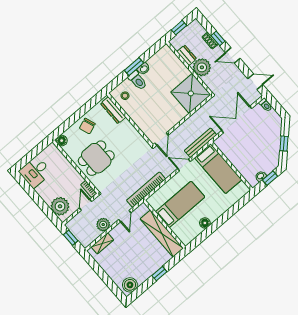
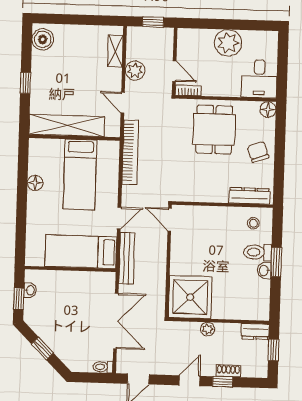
dresser: (187, 55) -> (255, 331), moved
plant: (202, 67) -> (208, 329), width x0.53, depth x0.53
desk: (35, 172) -> (259, 79), moved, turned 180
plant: (60, 206) -> (228, 43), moved

